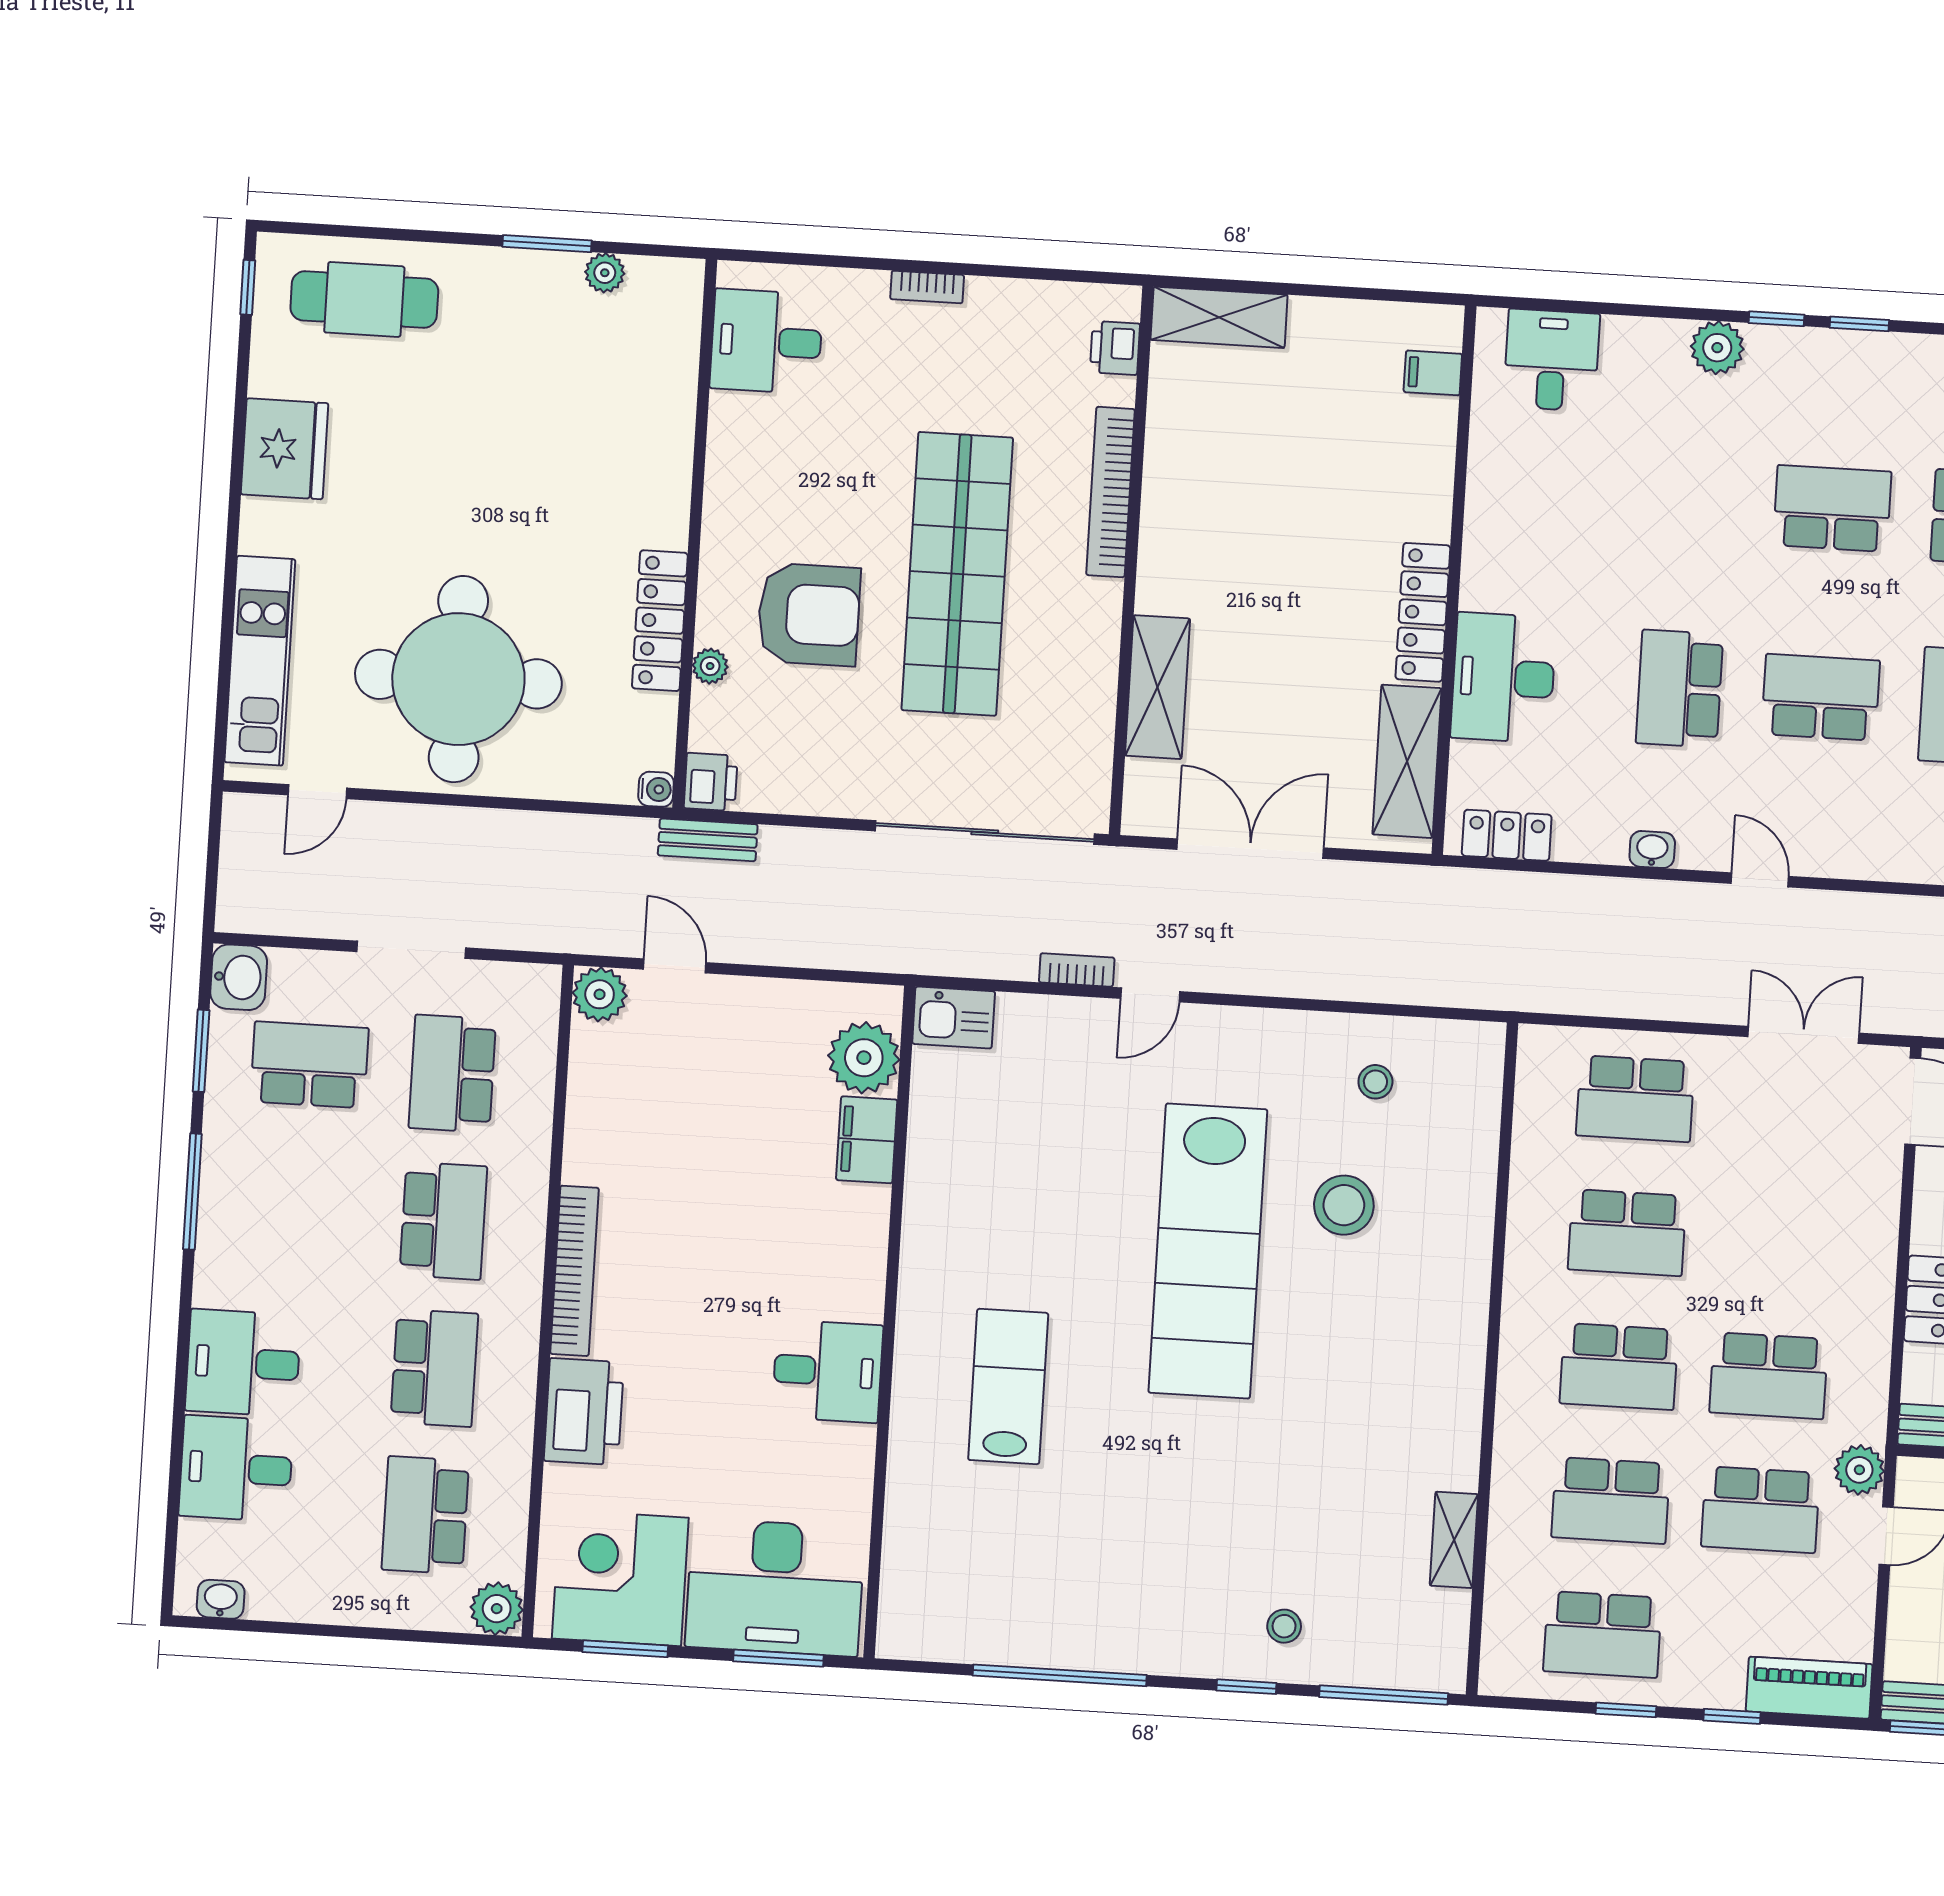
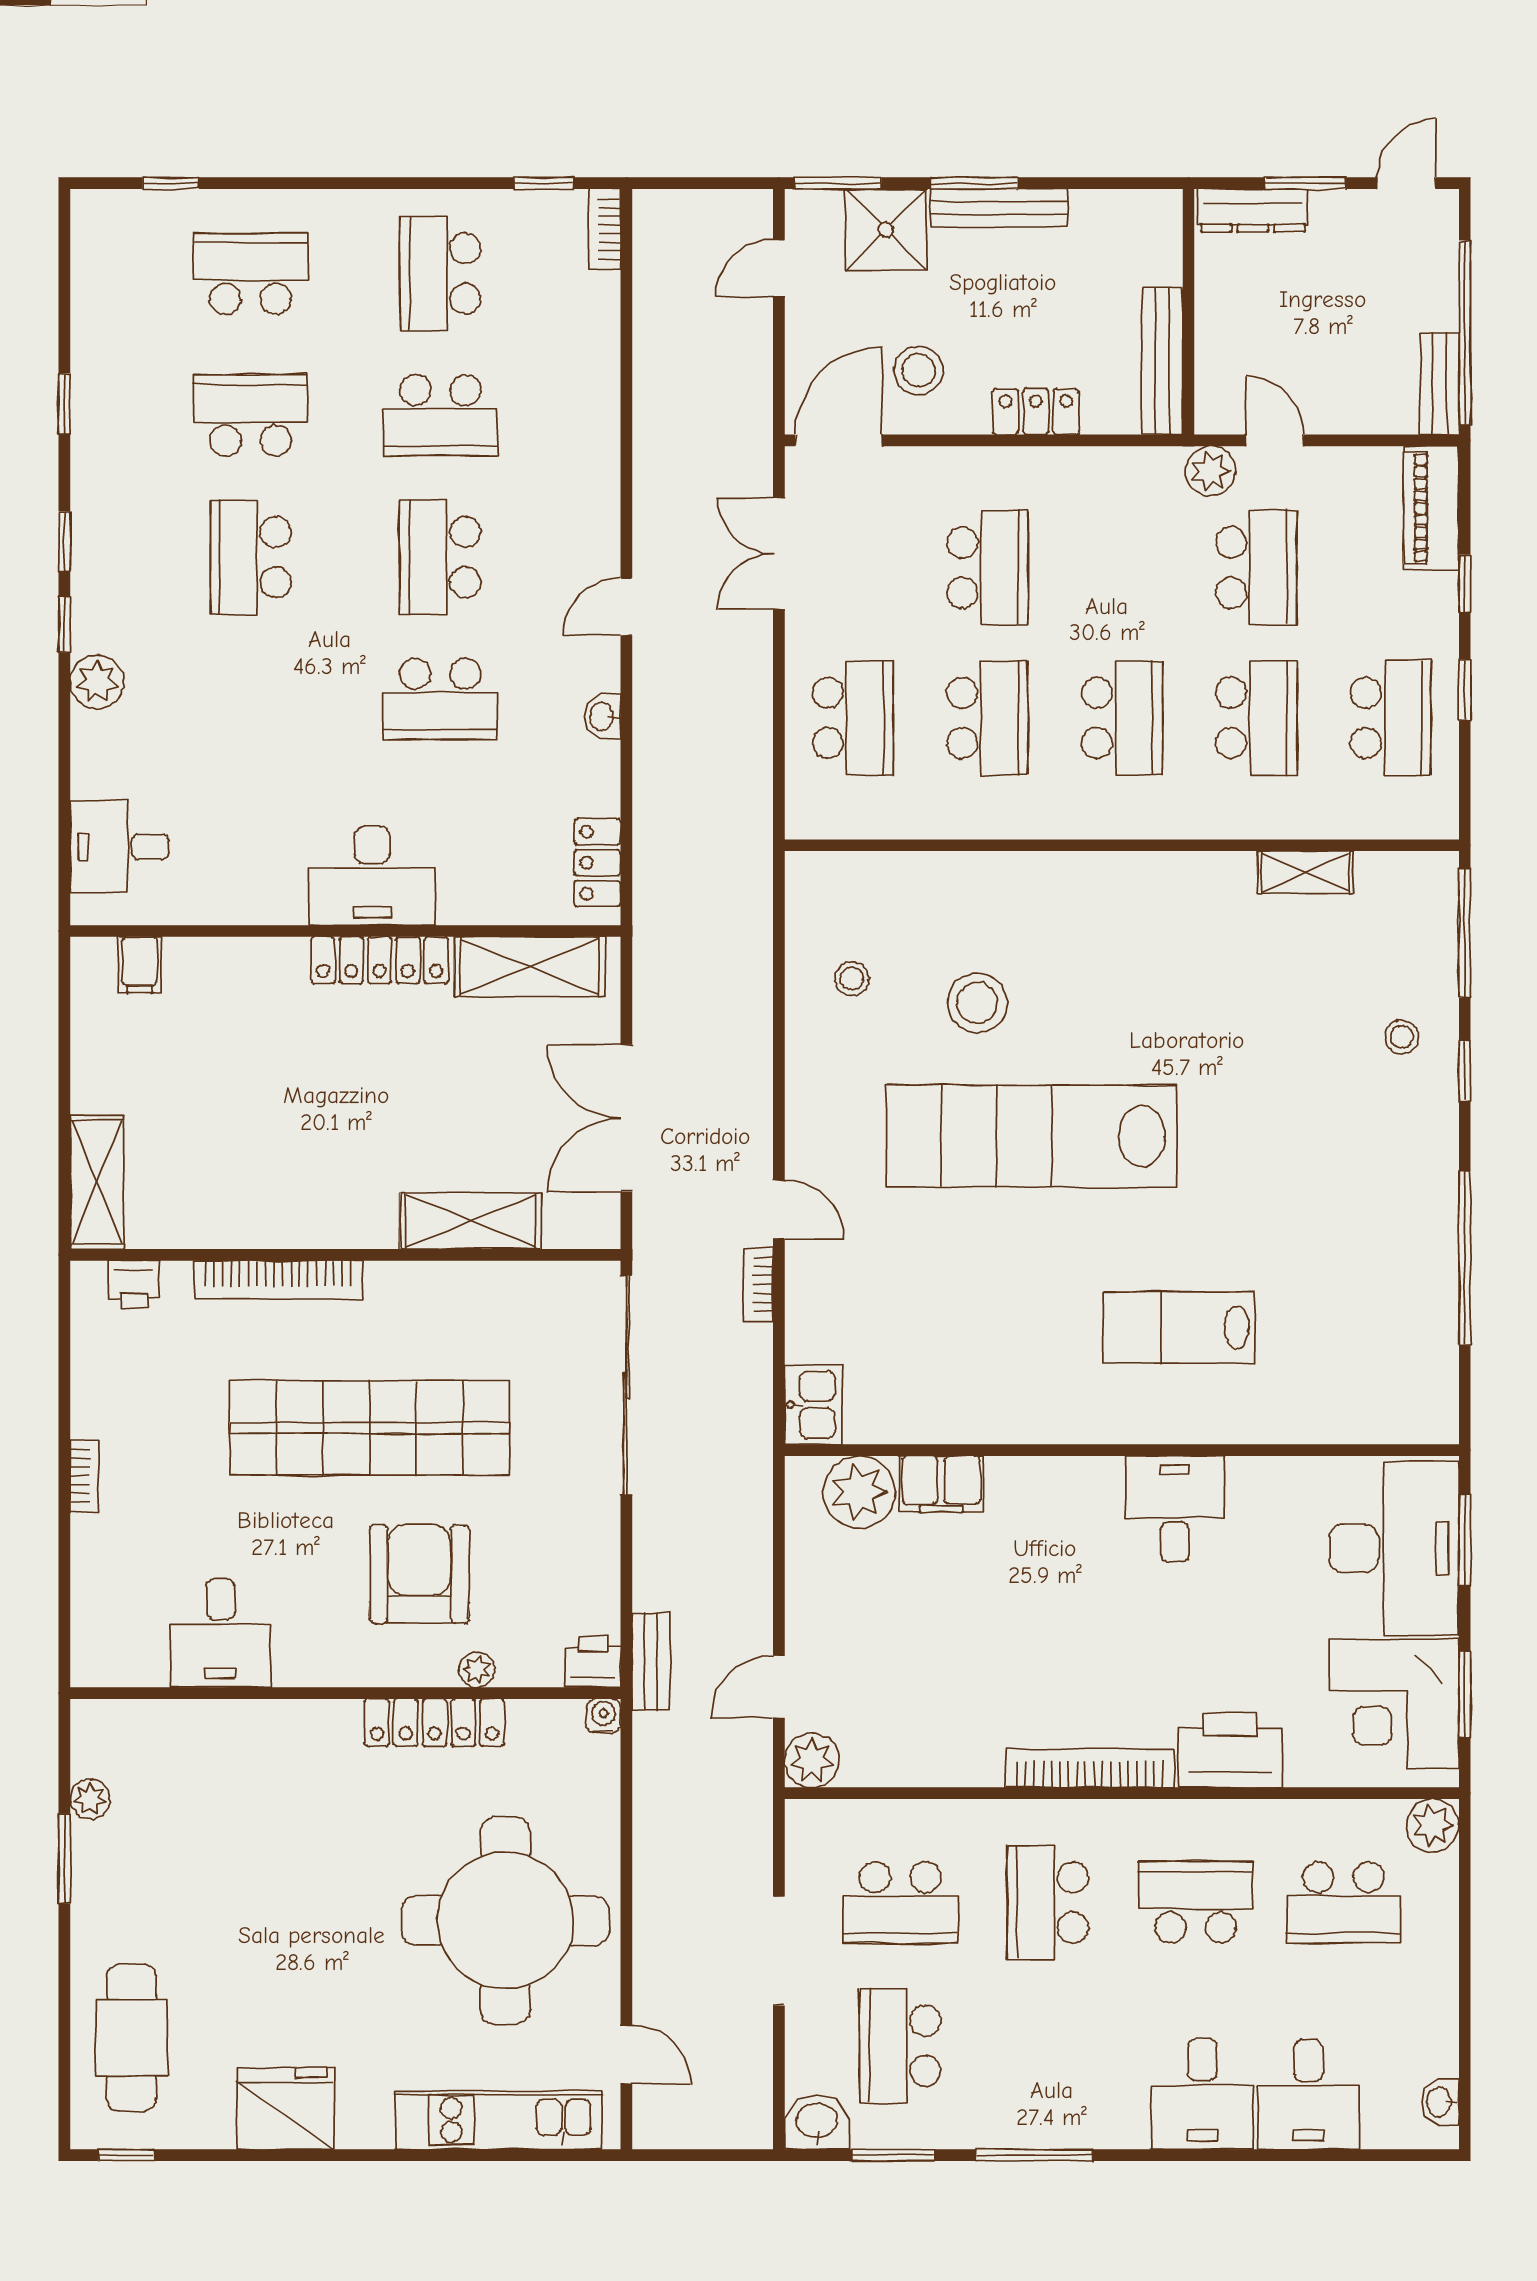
desk: (766, 341) -> (221, 1633), moved
desk: (1503, 678) -> (372, 876), moved
school desk: (443, 1221) -> (1048, 1902), turned -90
lab bench: (1208, 1251) -> (1031, 1136), turned 180
school desk: (1769, 1376) -> (987, 568), moved

